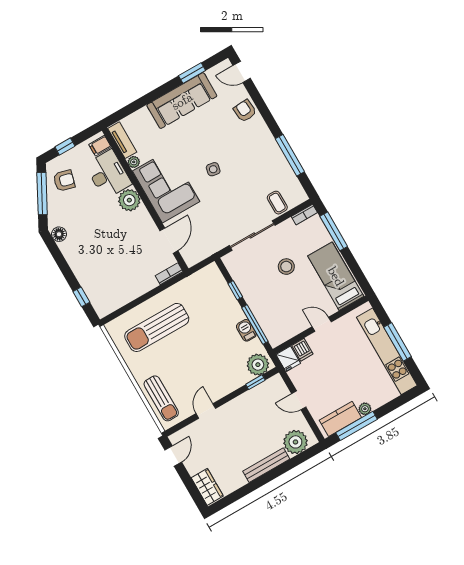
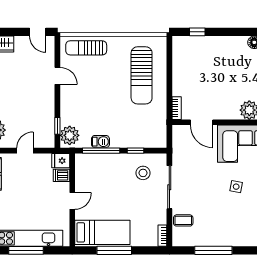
window: (334, 231) -> (114, 250), moved
stool: (286, 267) -> (143, 173), moved
sun lounger: (157, 327) -> (142, 75), turned 180

